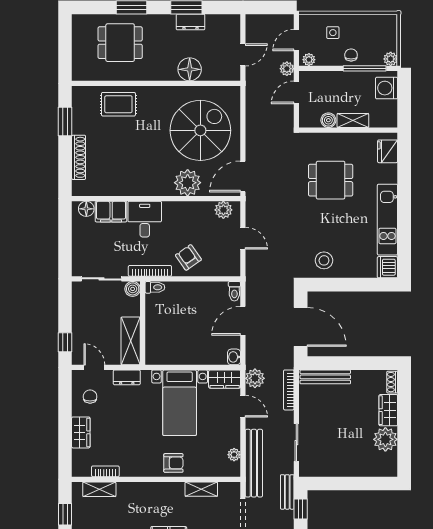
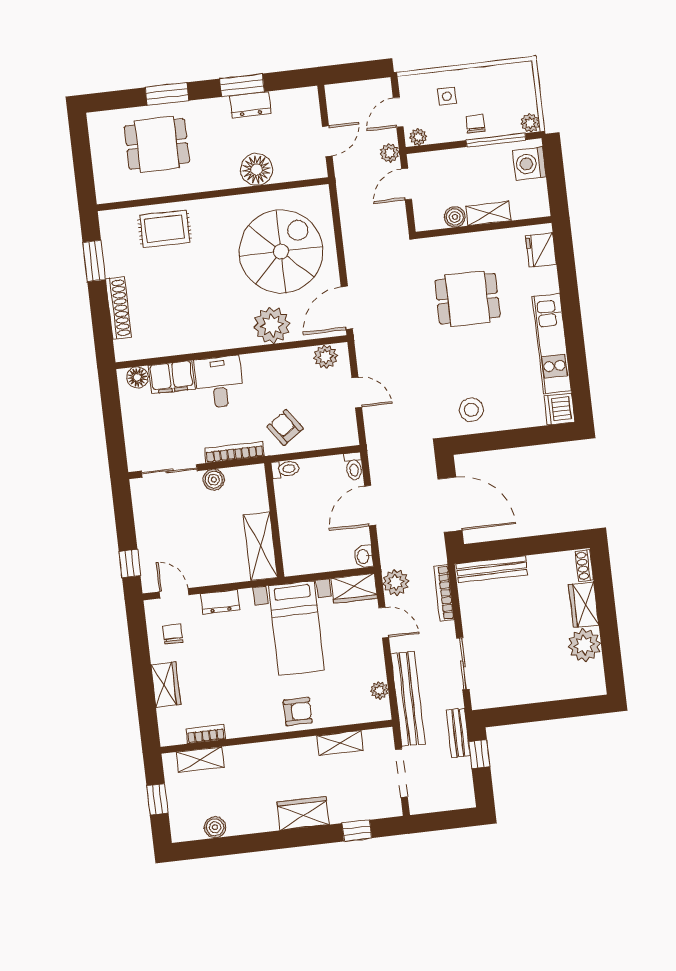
toilet: (155, 287) -> (285, 469), moved
wall: (143, 323) -> (274, 520), moved
shelving: (131, 341) -> (261, 546), moved

